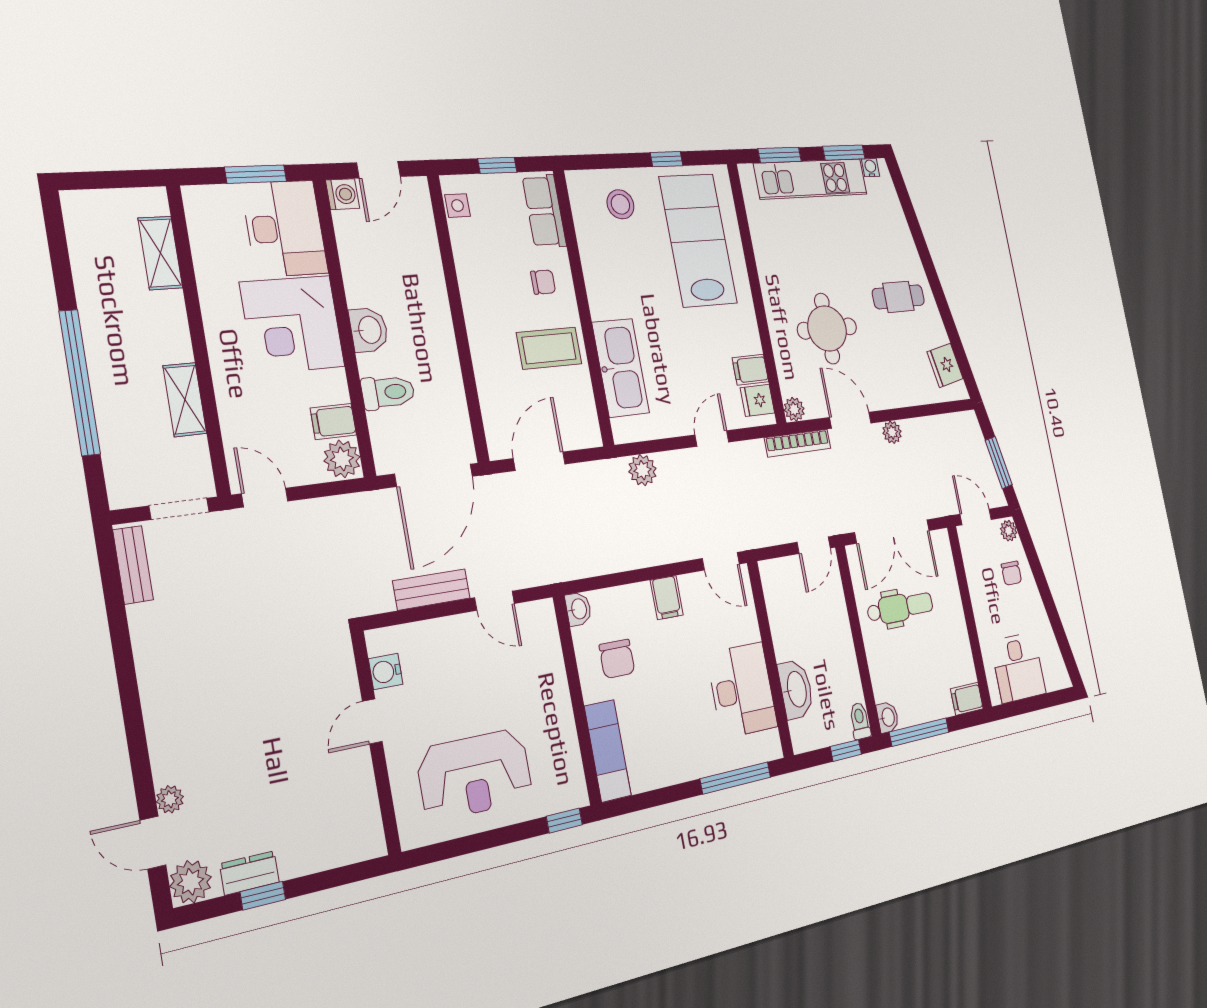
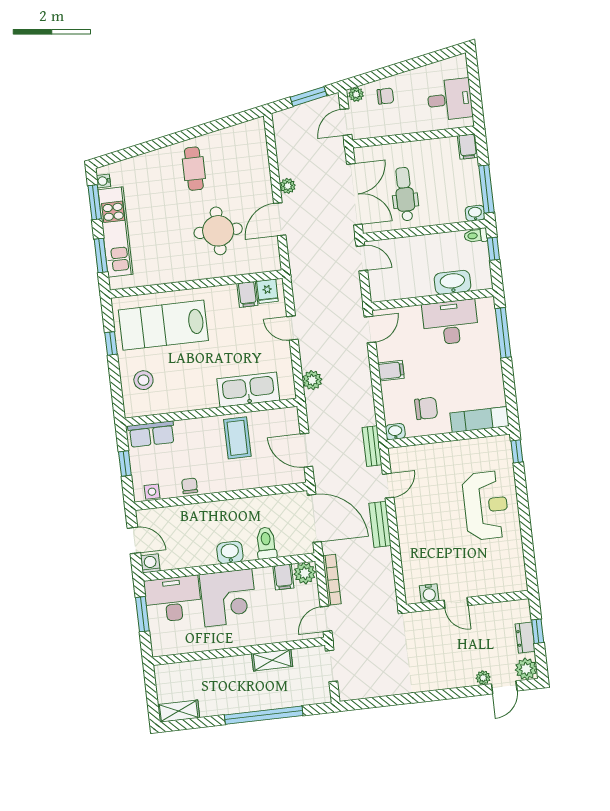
shelving: (160, 253) -> (179, 711), moved
chair: (543, 282) -> (190, 486), moved
fridge: (945, 365) -> (241, 135), removed
plant: (794, 409) -> (273, 263), removed
bookcase: (798, 443) -> (332, 580), moved
bench: (133, 565) -> (372, 446), moved, turned 90
water cooler: (386, 672) -> (429, 593), moved
door: (372, 721) -> (456, 603), moved
wall: (376, 742) -> (467, 602), moved

